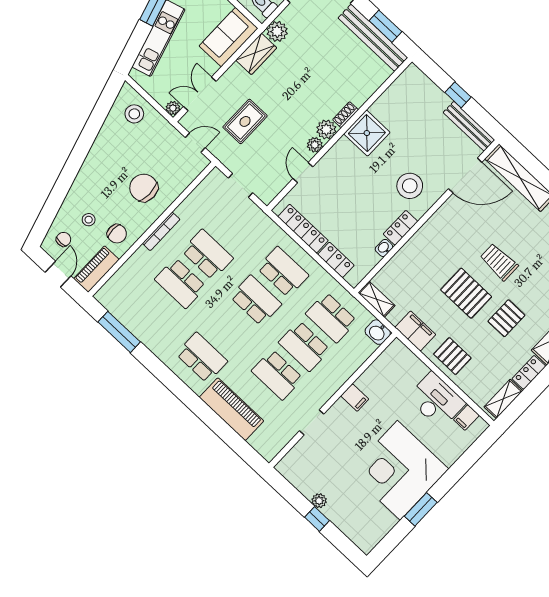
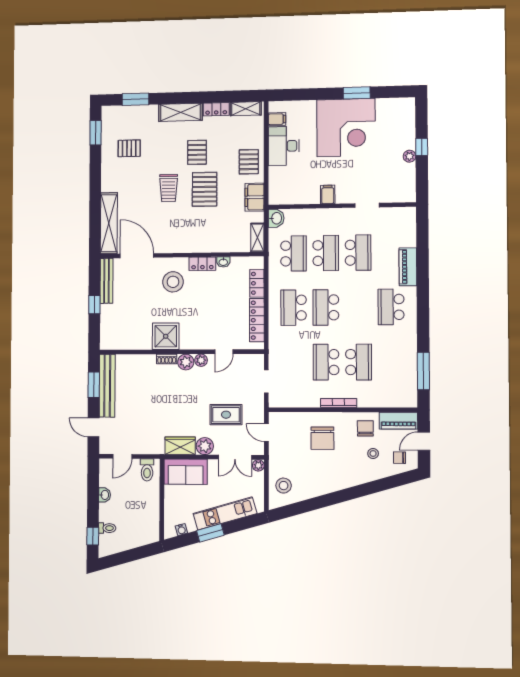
plant: (277, 31) -> (205, 446), moved
pallet: (506, 318) -> (197, 152), turned 90
piano: (231, 409) -> (408, 267), width x0.73, depth x0.75

